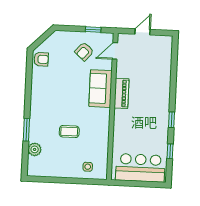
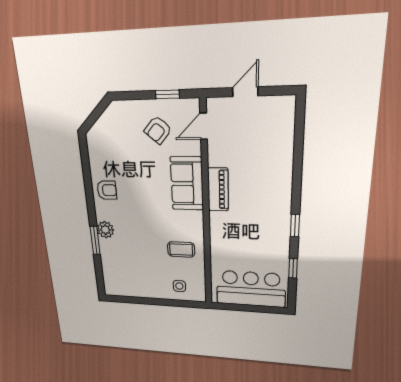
armchair: (41, 59) -> (107, 190), moved
coffee table: (69, 131) -> (181, 249), moved
plant: (35, 149) -> (105, 230), moved

